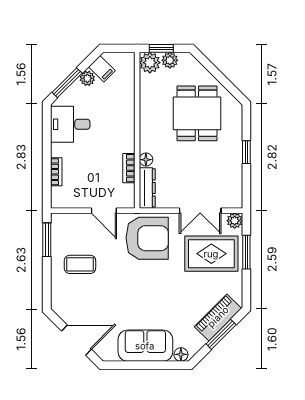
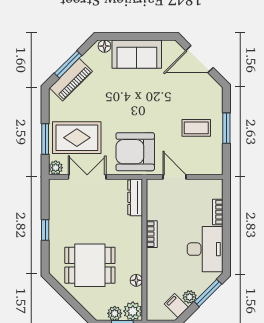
dining table: (197, 113) -> (90, 265), turned 90
desk: (70, 124) -> (205, 249), width x1.37
floor lamp: (146, 160) -> (136, 280), moved
bookcase: (129, 168) -> (152, 234), moved
window: (47, 240) -> (226, 128), moved

